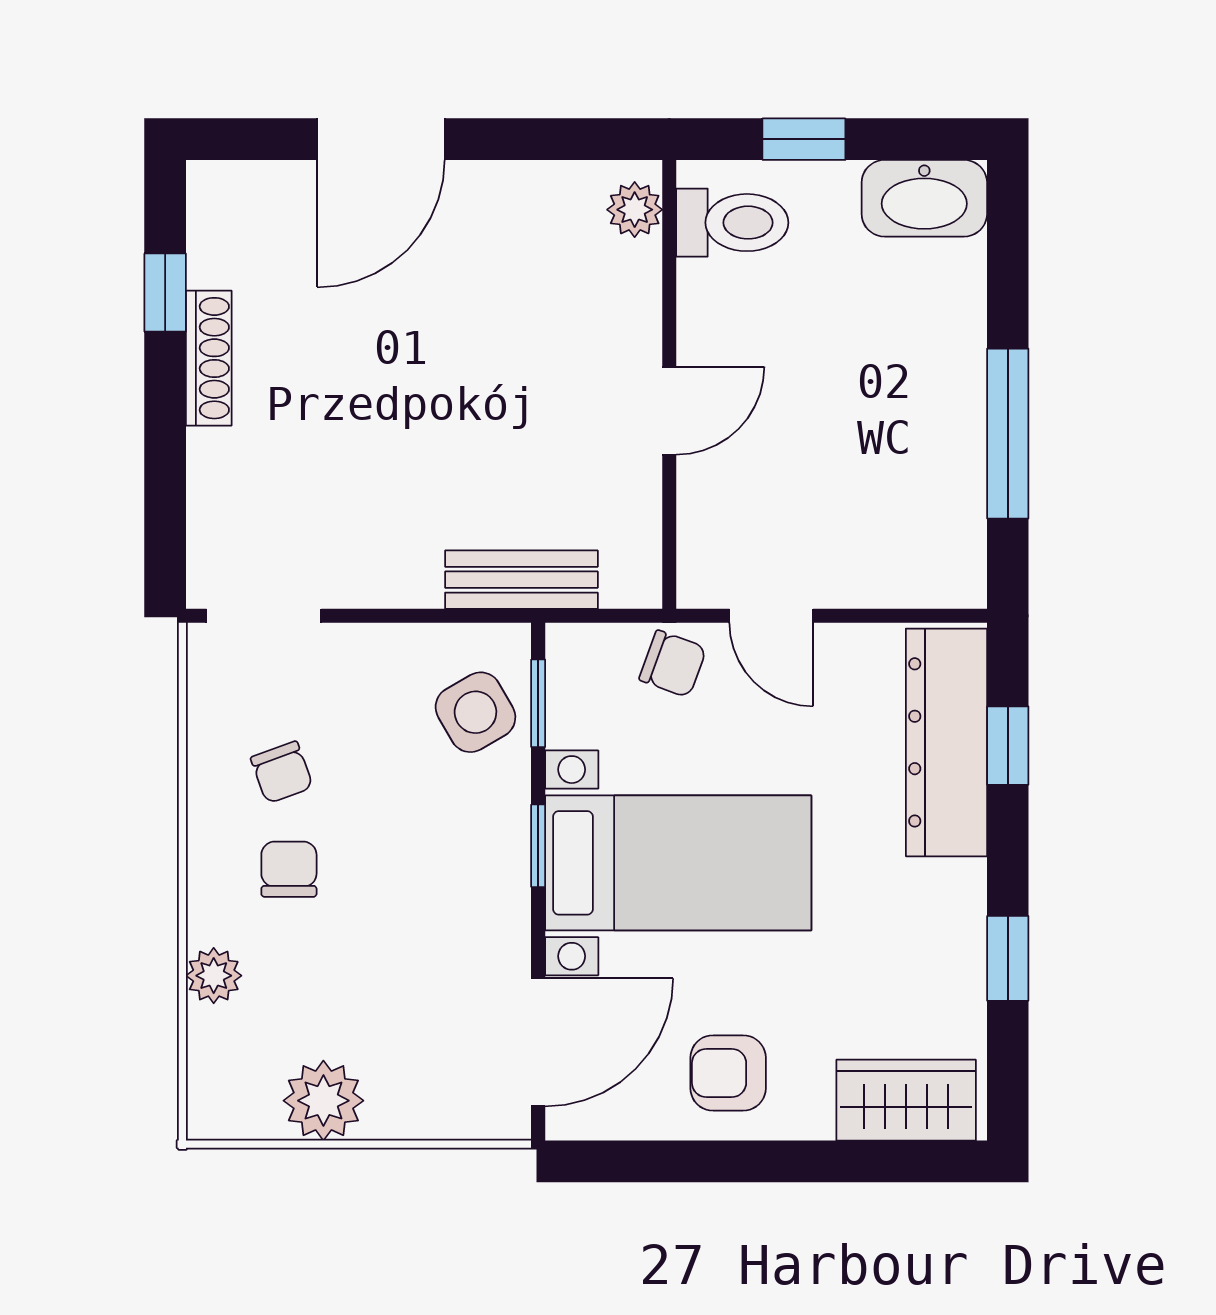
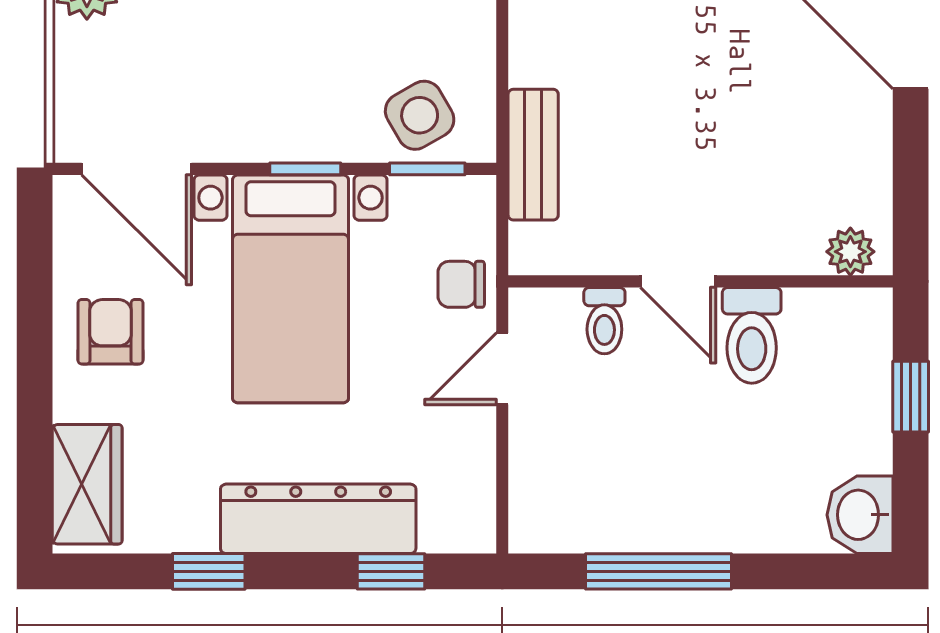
washbasin: (924, 198) -> (860, 515), width x0.72
toilet: (732, 223) -> (752, 335), moved
toilet: (715, 497) -> (604, 321), added
chair: (673, 664) -> (461, 284), turned 70
dresser: (946, 742) -> (318, 519), moved

